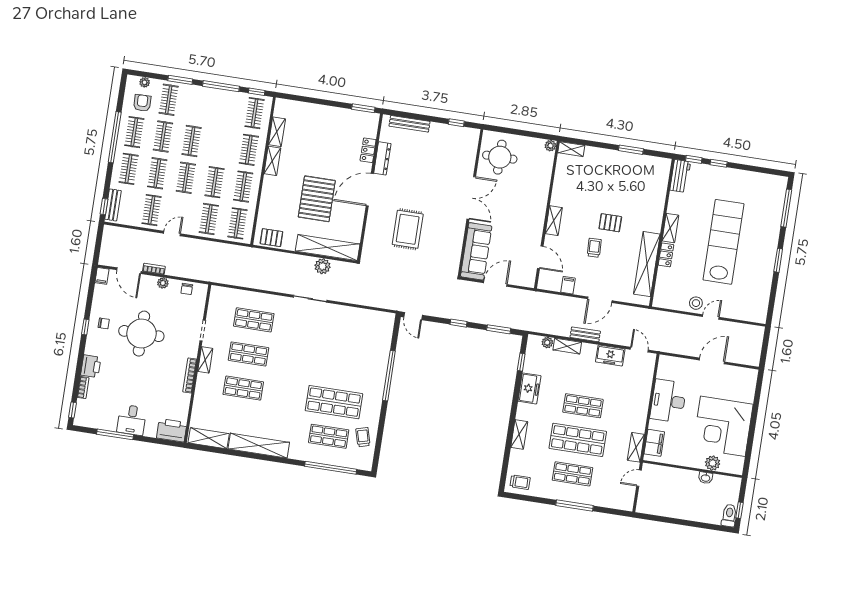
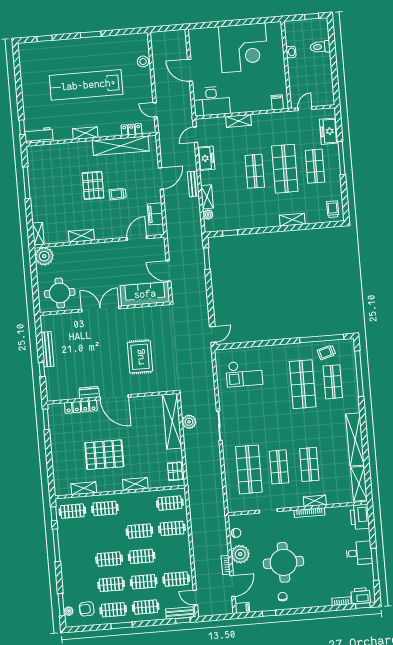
window: (180, 80) -> (61, 605), moved
clothes rail: (169, 100) -> (79, 587), removed
window: (456, 123) -> (42, 369), moved
bench: (410, 124) -> (48, 349), moved
window: (115, 137) -> (122, 625), width x0.47
plant: (550, 146) -> (44, 256), width x1.88, depth x1.88
locker: (368, 150) -> (81, 407), width x1.53
window: (631, 150) -> (27, 183), width x1.44
dresser: (382, 158) -> (89, 393), width x0.70
shelving: (272, 161) -> (135, 484), moved
window: (719, 163) -> (20, 105), removed
clothes rail: (243, 187) -> (137, 506), removed
pallet: (317, 199) -> (104, 455), moved
window: (786, 208) -> (45, 38), width x0.46
shelving: (554, 221) -> (81, 236), moved
pallet: (610, 223) -> (93, 185), width x1.50, depth x1.42
rug: (408, 229) -> (140, 357), turned 90
door: (172, 234) -> (195, 598), moved
locker: (666, 255) -> (131, 129), moved
plant: (163, 283) -> (240, 554), width x1.88, depth x1.88
filing cabinet: (568, 285) -> (155, 214), width x2.00
door: (600, 300) -> (161, 178), hinge flipped
stool: (696, 303) -> (143, 61), moved
door: (711, 317) -> (155, 110), moved
shop shelf: (254, 320) -> (249, 469), width x1.43, depth x1.36
window: (458, 323) -> (210, 294), removed
window: (85, 327) -> (269, 613), moved
checkout: (361, 340) -> (244, 373), added
shelving: (205, 360) -> (315, 501), moved
printer: (91, 366) -> (361, 596), moved
window: (389, 376) -> (322, 338), moved
freezer: (529, 388) -> (329, 131), moved, turned -90
desk: (668, 401) -> (212, 101), moved
filing cabinet: (654, 443) -> (277, 102), width x0.50
shelving: (636, 447) -> (239, 121), moved
plant: (713, 463) -> (277, 49), removed
door: (639, 478) -> (305, 109), swing flipped
toilet: (729, 515) -> (320, 47), moved

